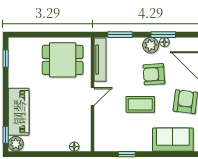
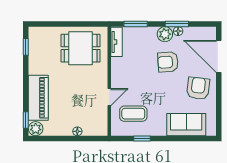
tv unit: (100, 60) -> (116, 42), width x0.71
door: (93, 97) -> (109, 97), moved
coffee table: (140, 104) -> (133, 114), moved
floor lamp: (74, 147) -> (77, 131), moved

